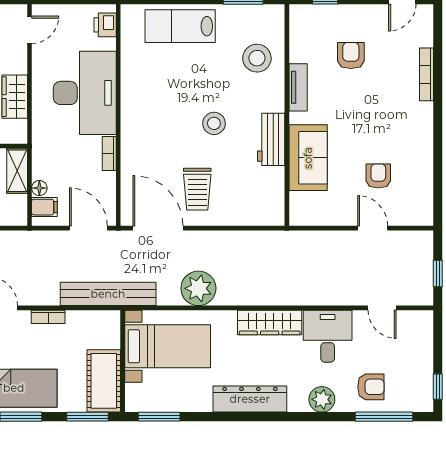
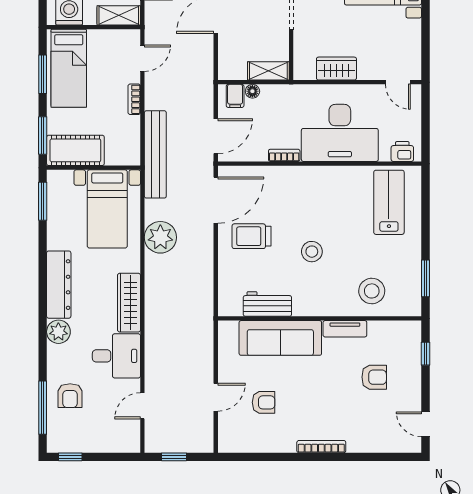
lab bench: (180, 26) -> (389, 202), moved
bookcase: (426, 74) -> (321, 447), moved
workbench: (271, 139) -> (267, 304), moved
sofa: (308, 158) -> (280, 338), width x1.36
plant: (322, 399) -> (58, 332), moved

